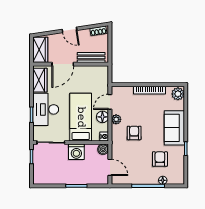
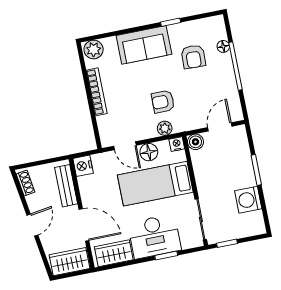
nightstand: (102, 71) -> (83, 166), added
plant: (116, 119) -> (165, 128), moved
washing machine: (76, 152) -> (248, 200), moved, turned 180
armchair: (160, 159) -> (193, 57), turned -88

